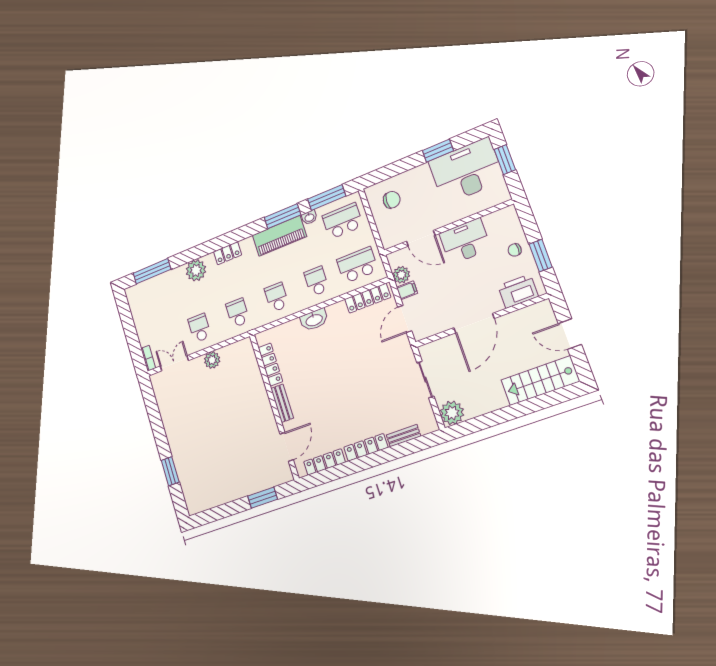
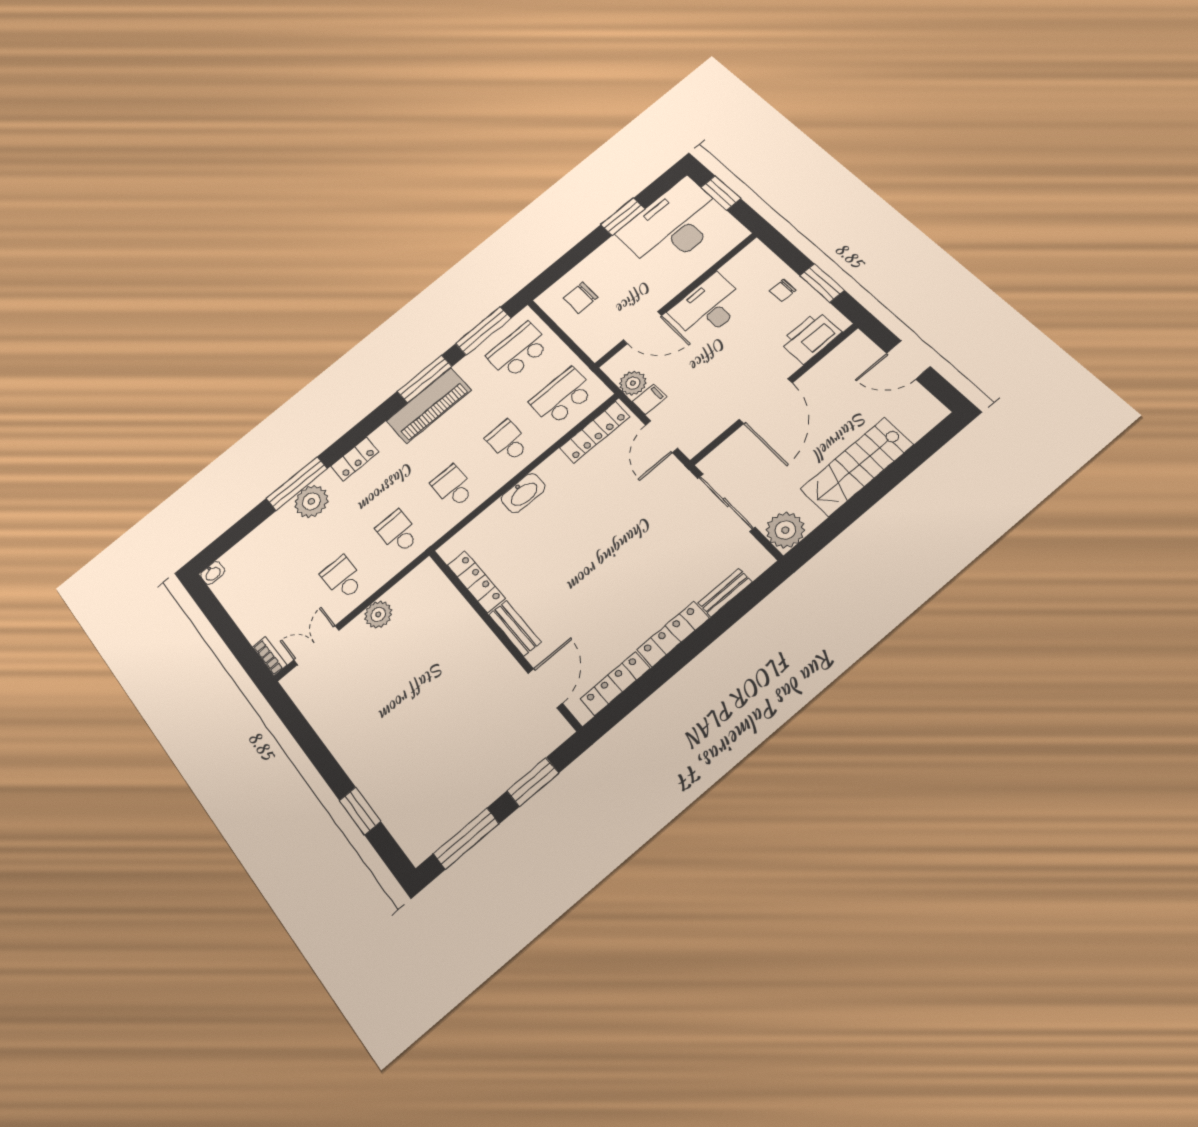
chair: (392, 200) -> (581, 298), turned 180
washbasin: (309, 217) -> (213, 573), moved
window: (152, 271) -> (297, 484), moved
sliding door: (425, 380) -> (726, 503), width x1.37
stairs: (540, 381) -> (857, 467), moved
window: (219, 513) -> (466, 839), added

